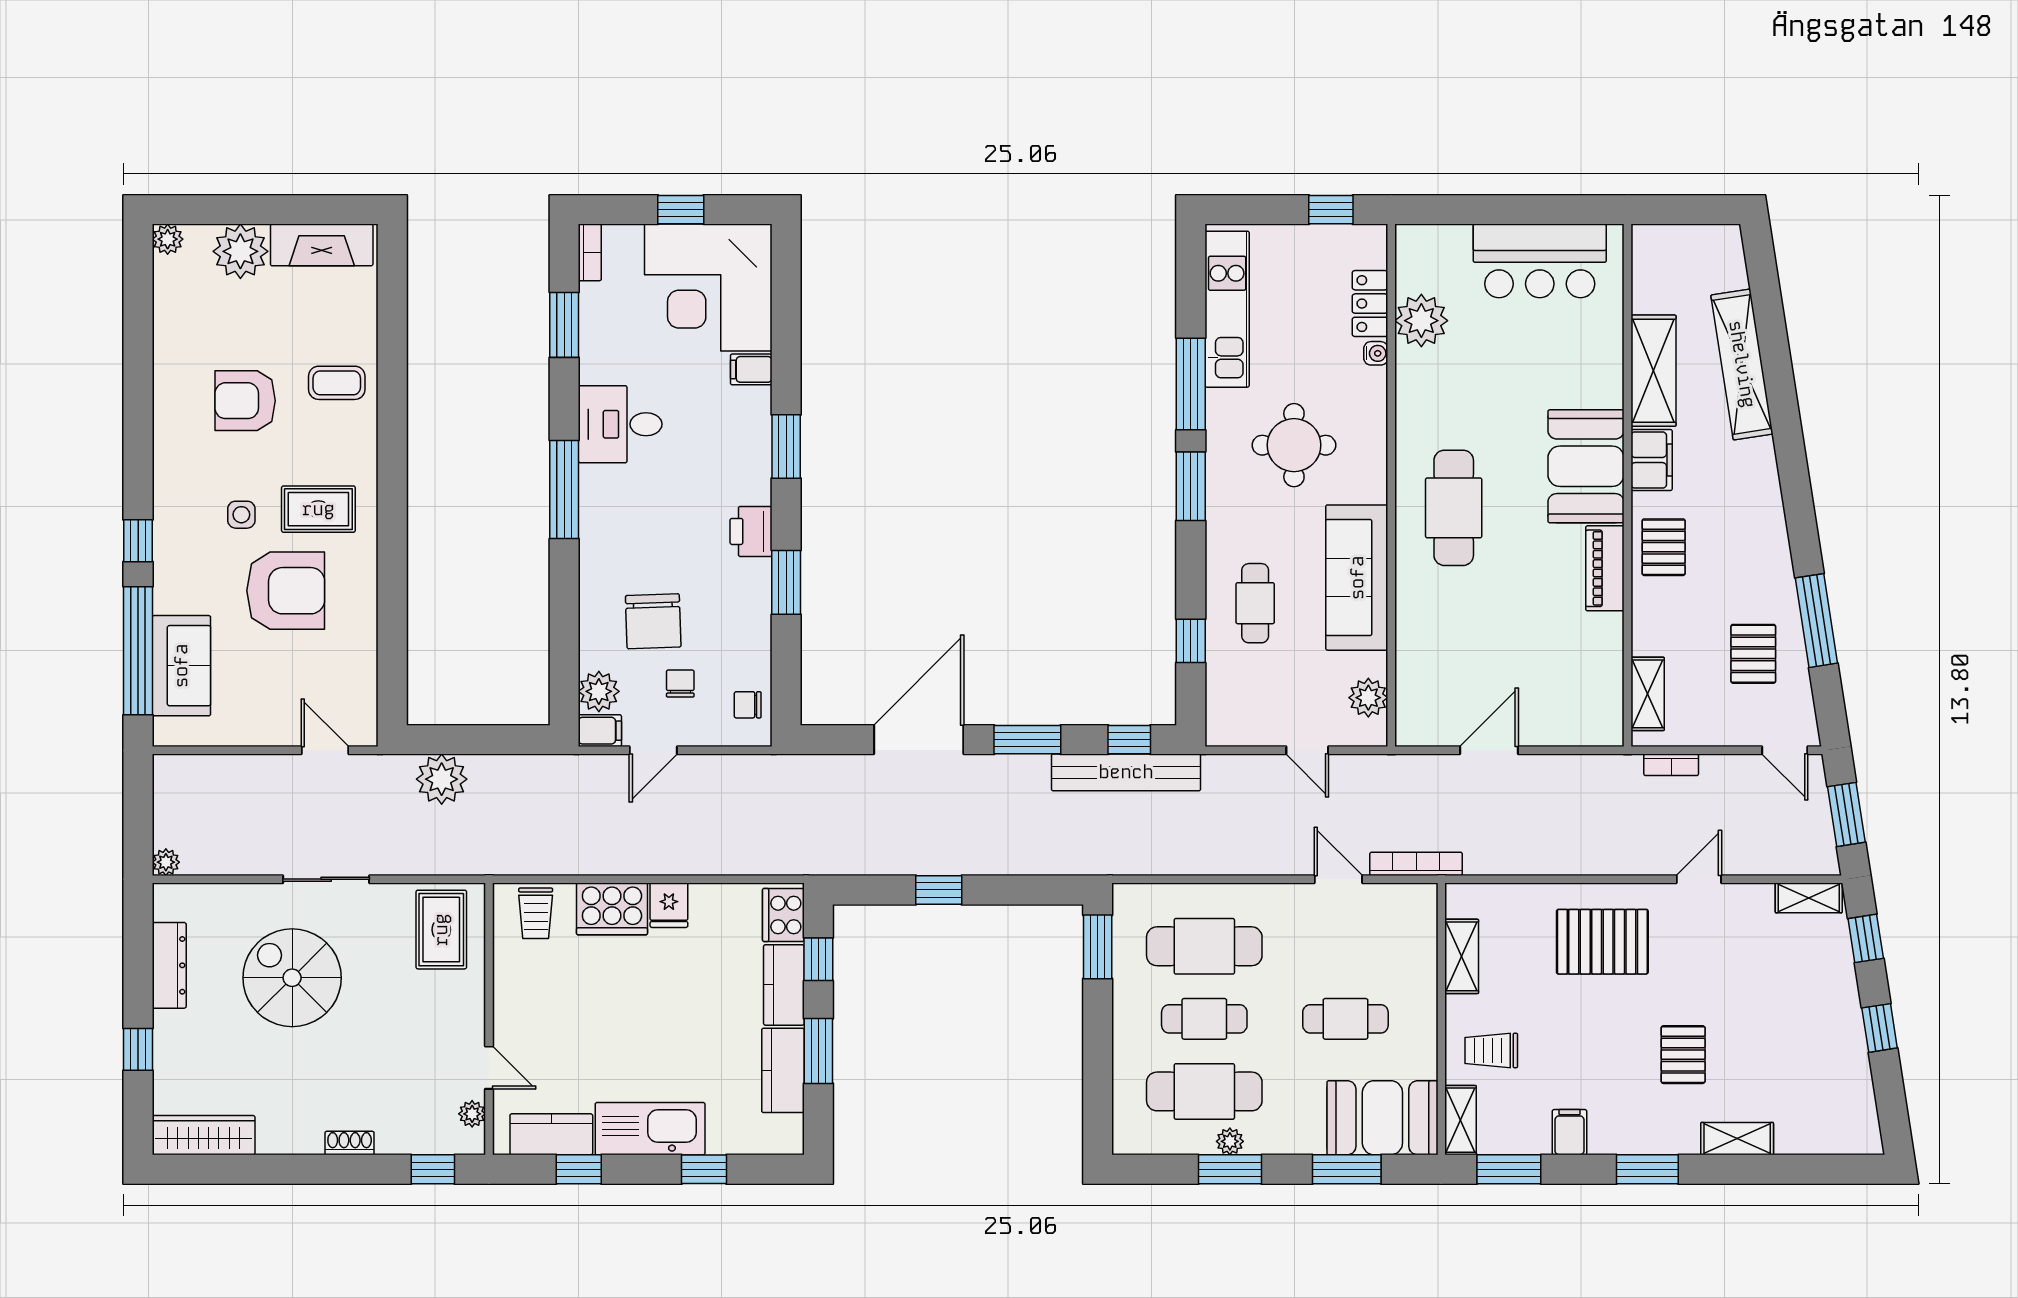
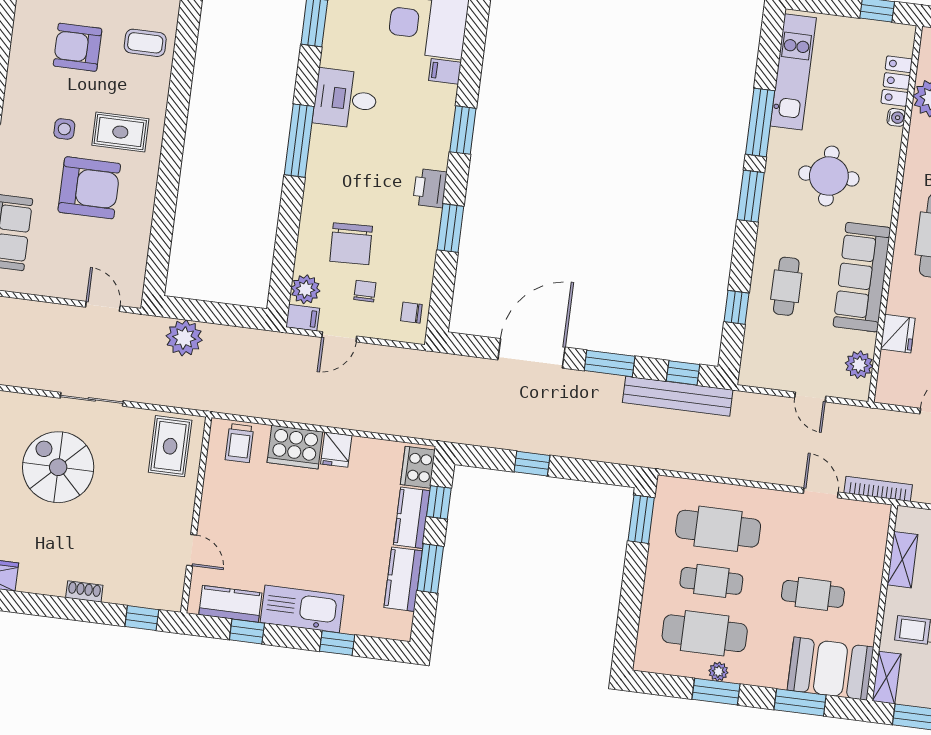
fridge: (1416, 648) -> (898, 334), added
plant: (472, 1114) -> (175, 582), removed

